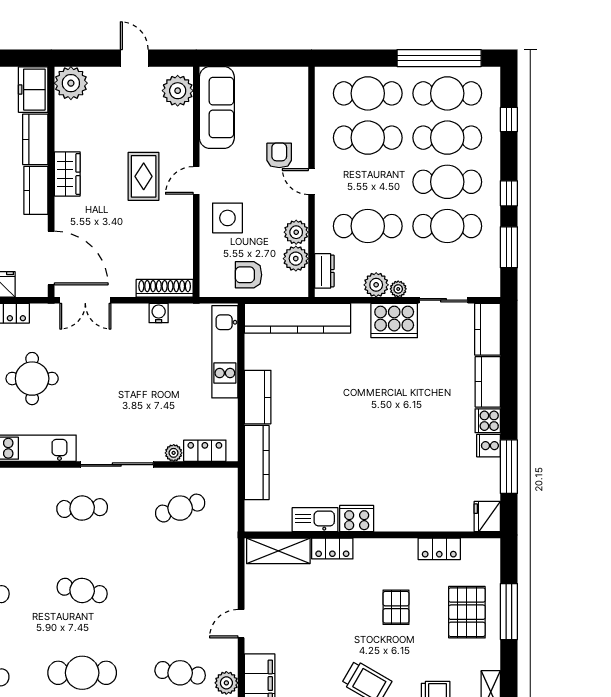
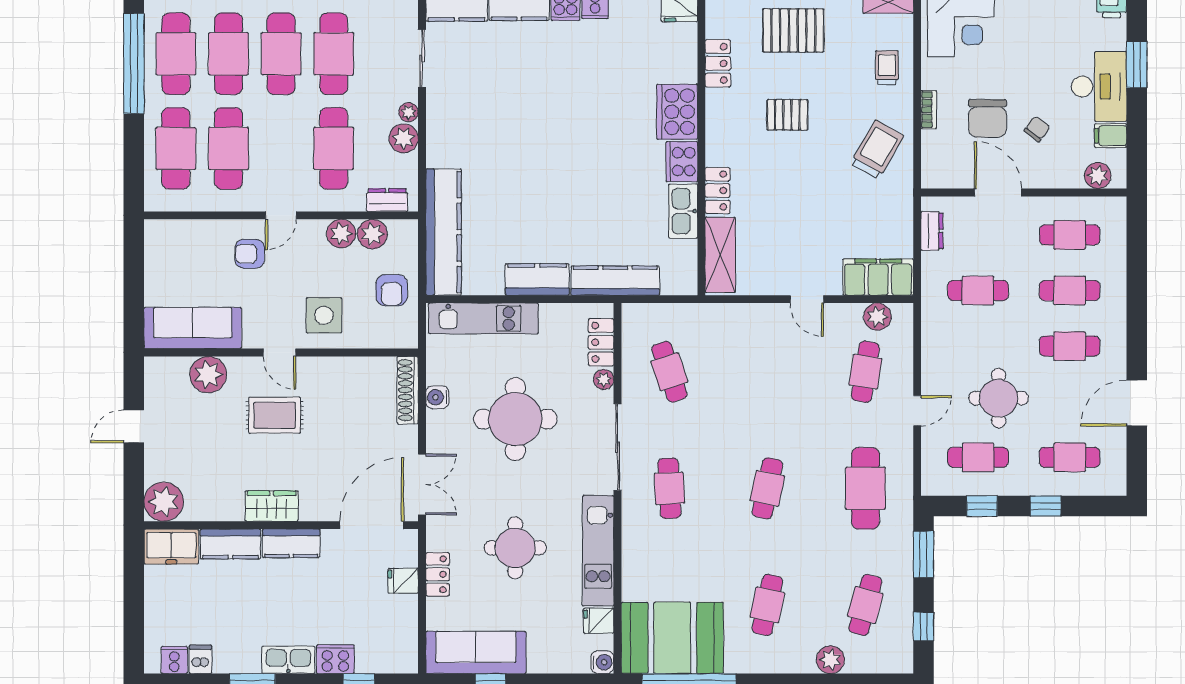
plant: (178, 91) -> (208, 375), moved
cooker: (394, 321) -> (677, 112), moved, turned 180
round table: (140, 379) -> (515, 419), added

